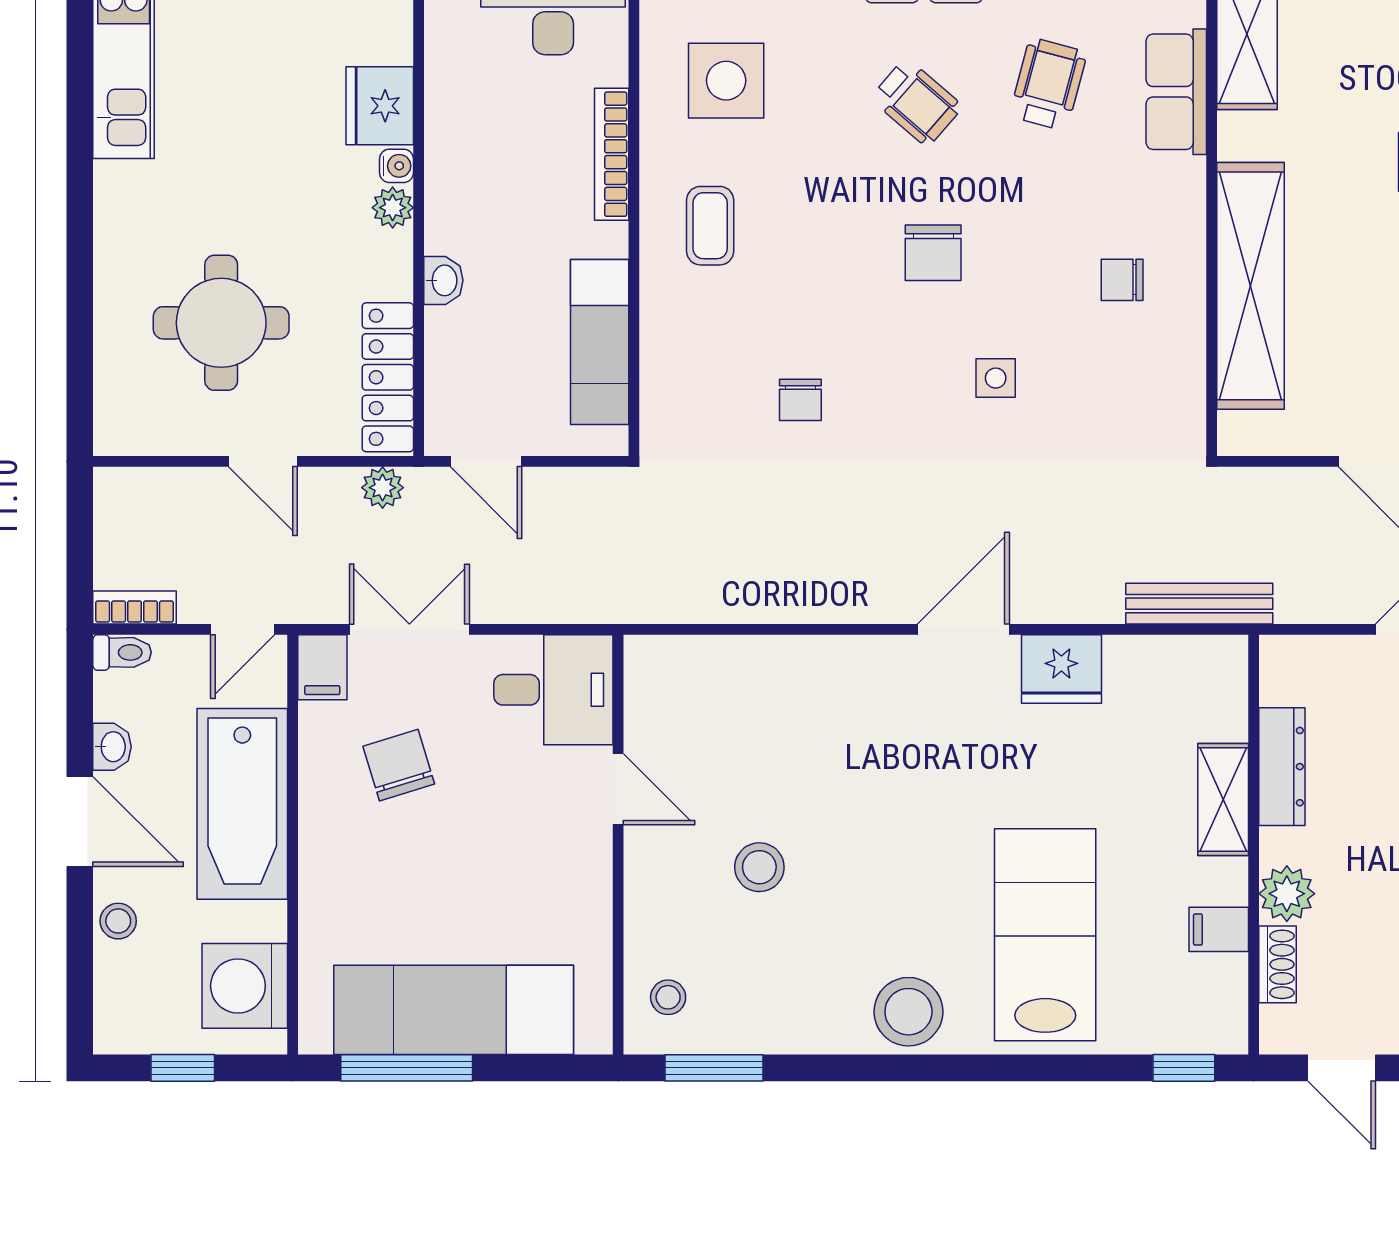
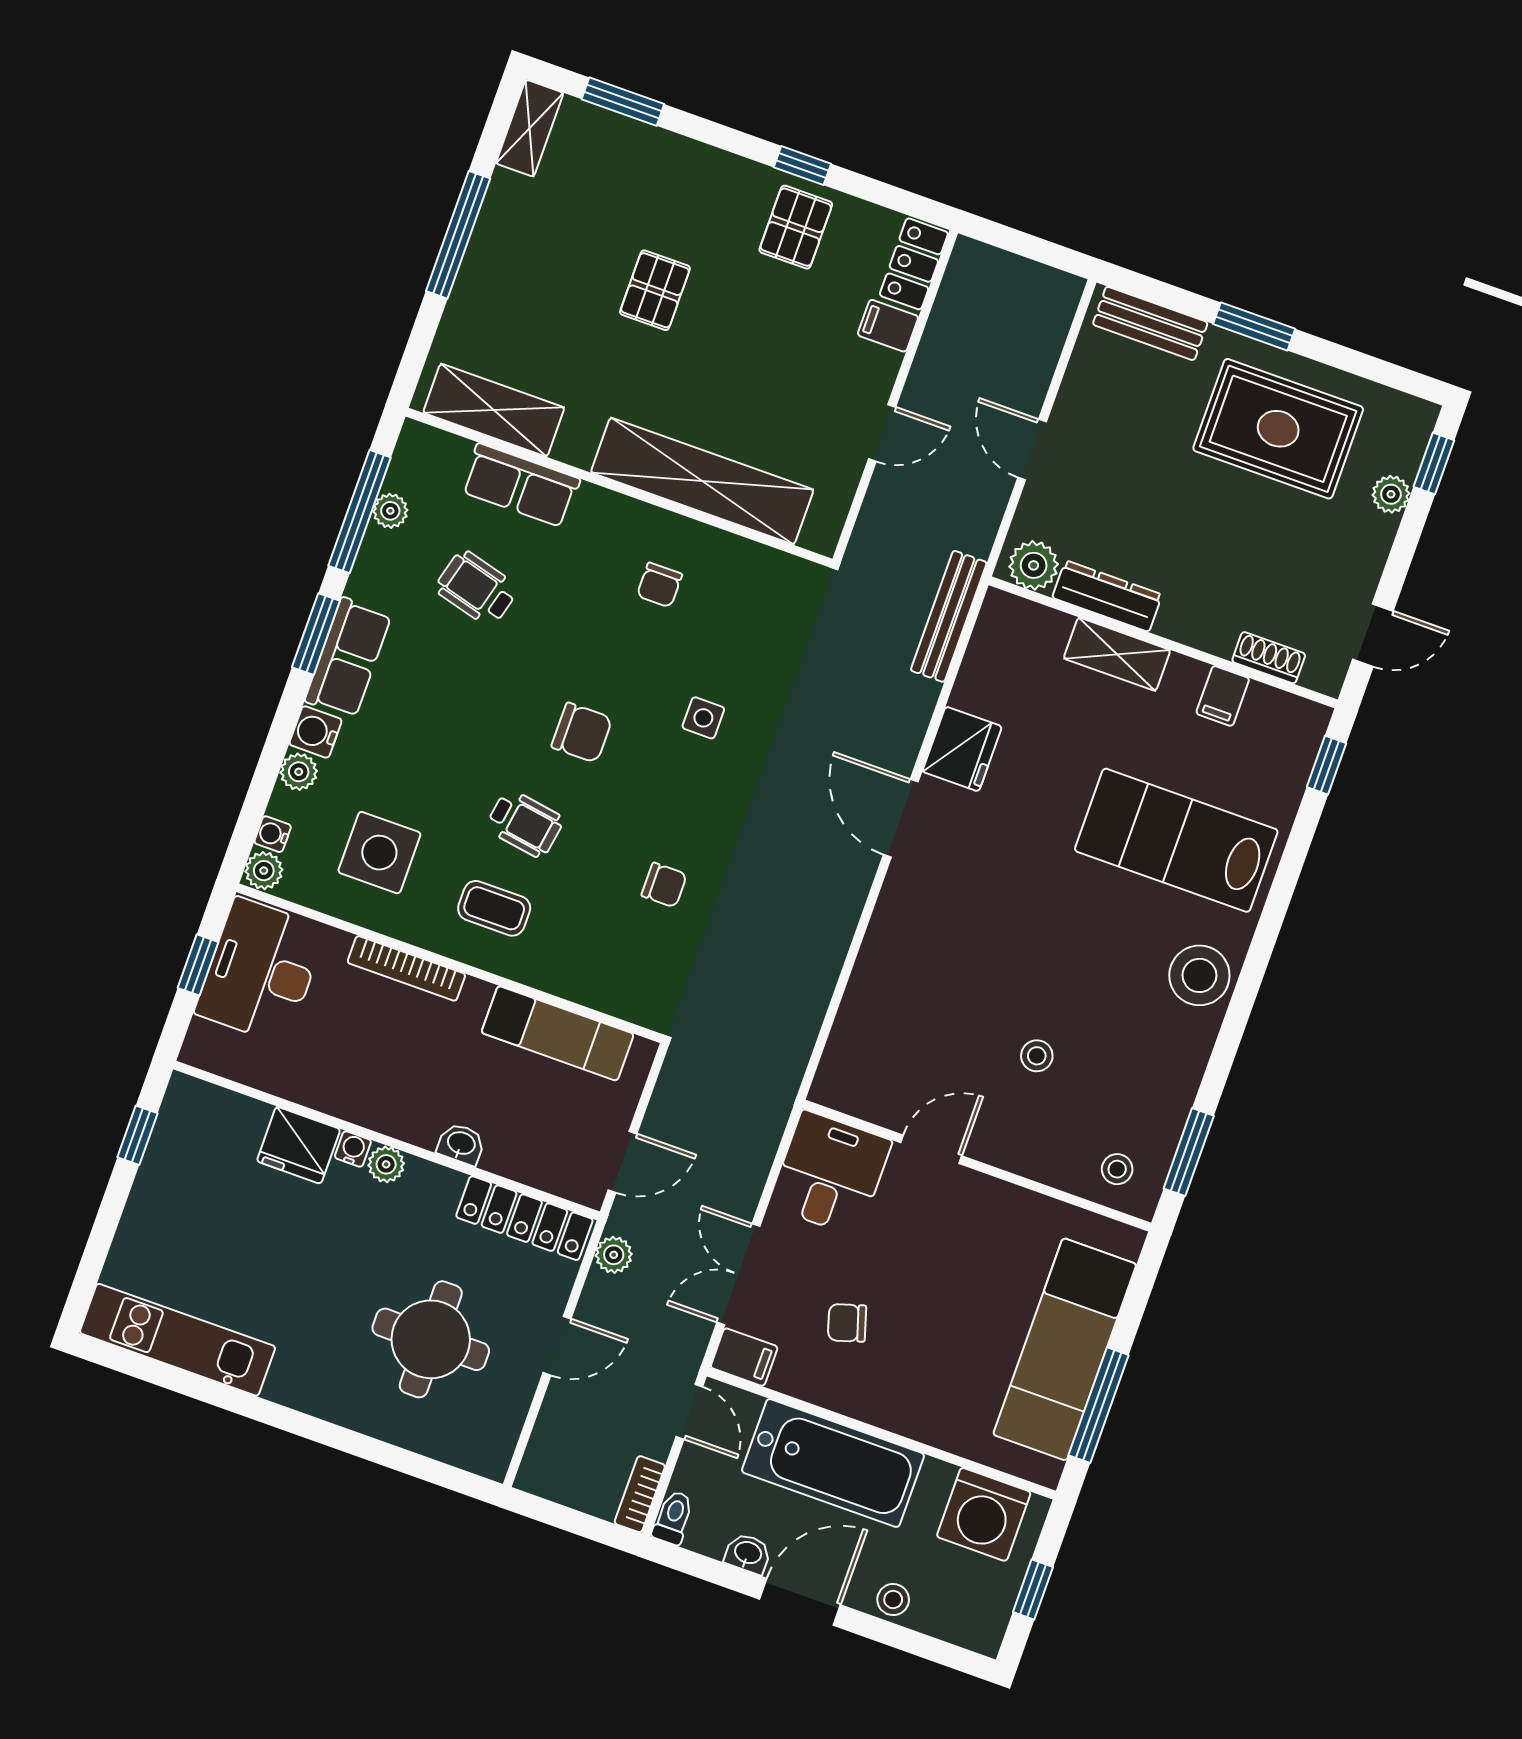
wheelchair: (917, 102) -> (525, 824), moved, turned 58
chair: (399, 765) -> (847, 1323), width x0.73, depth x0.73
stool: (759, 867) -> (1037, 1056), width x0.73, depth x0.73
plant: (1287, 894) -> (1034, 565), moved

